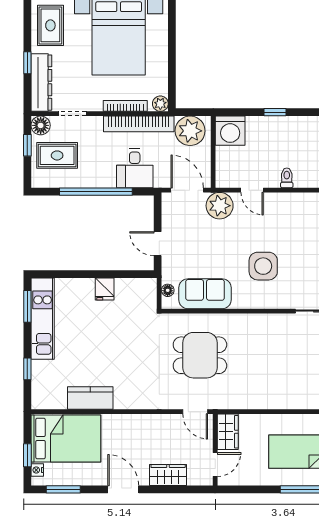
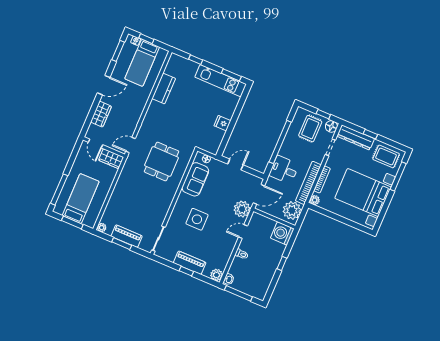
bed: (66, 439) -> (142, 63), width x0.67

